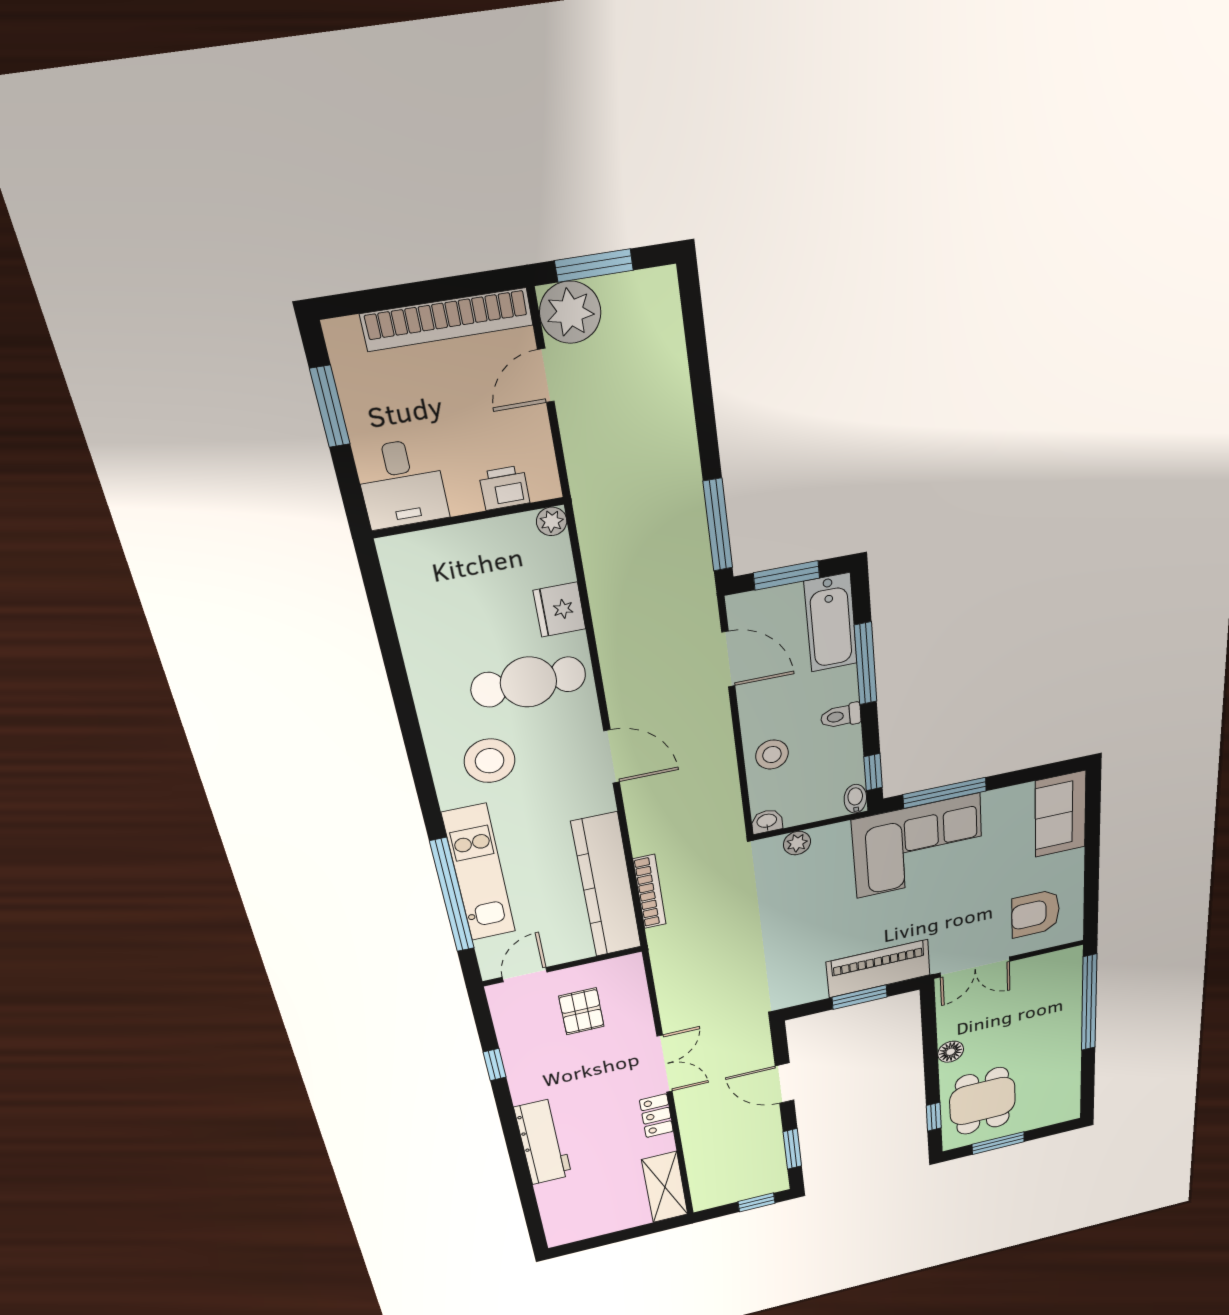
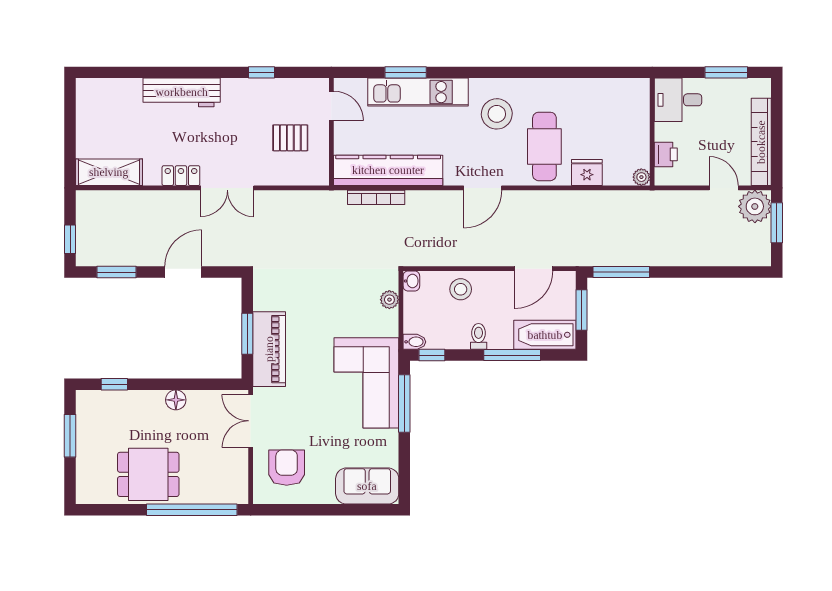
window: (452, 895) -> (406, 72), width x0.47
dining table: (982, 1101) -> (148, 474), moved

